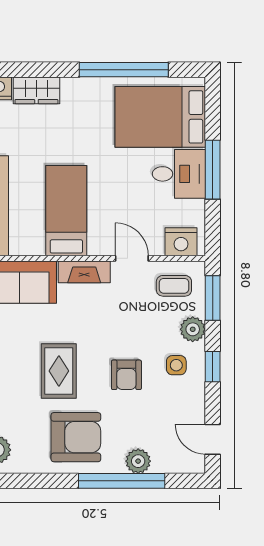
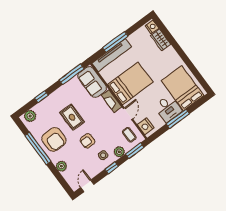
window: (124, 70) -> (189, 64), removed
bed: (66, 211) -> (130, 83), width x1.50
rug: (59, 371) -> (72, 117), turned 90
window: (122, 481) -> (38, 148), moved

